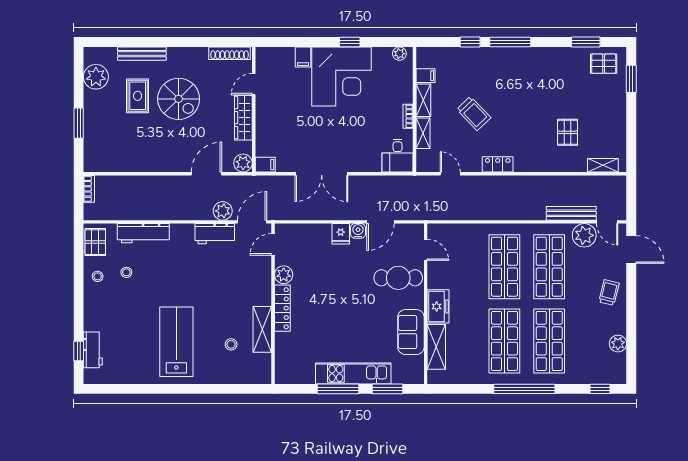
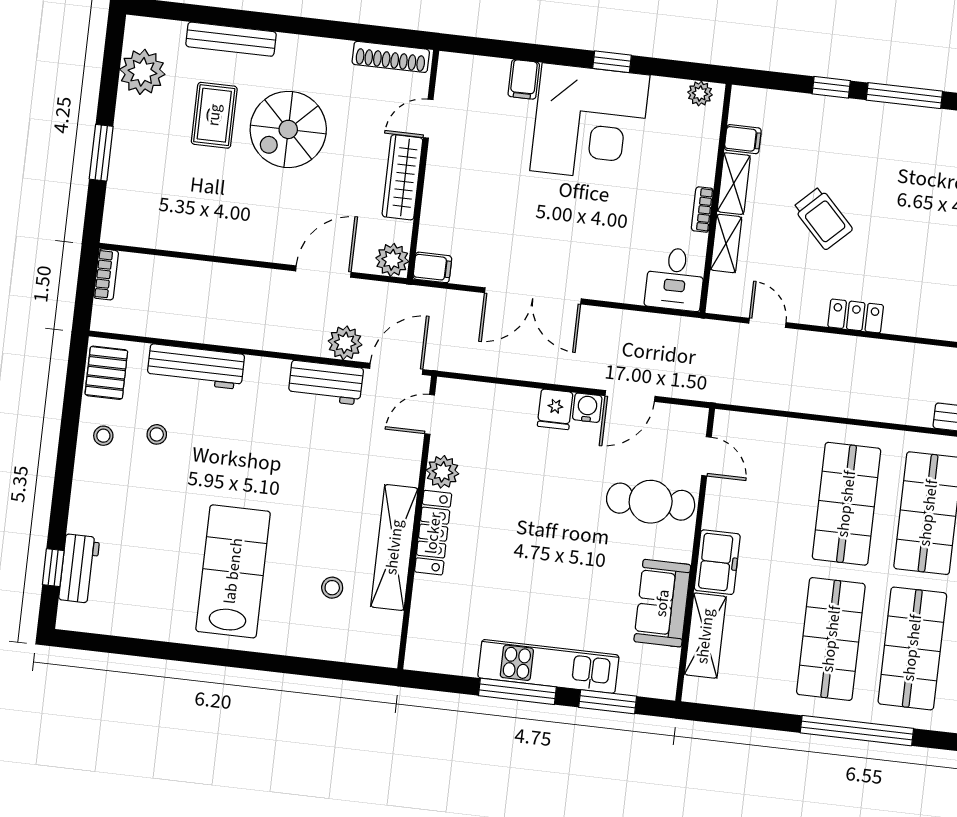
spiral stairs: (179, 99) -> (288, 129), turned 90
shelving: (262, 329) -> (394, 547), width x1.47

